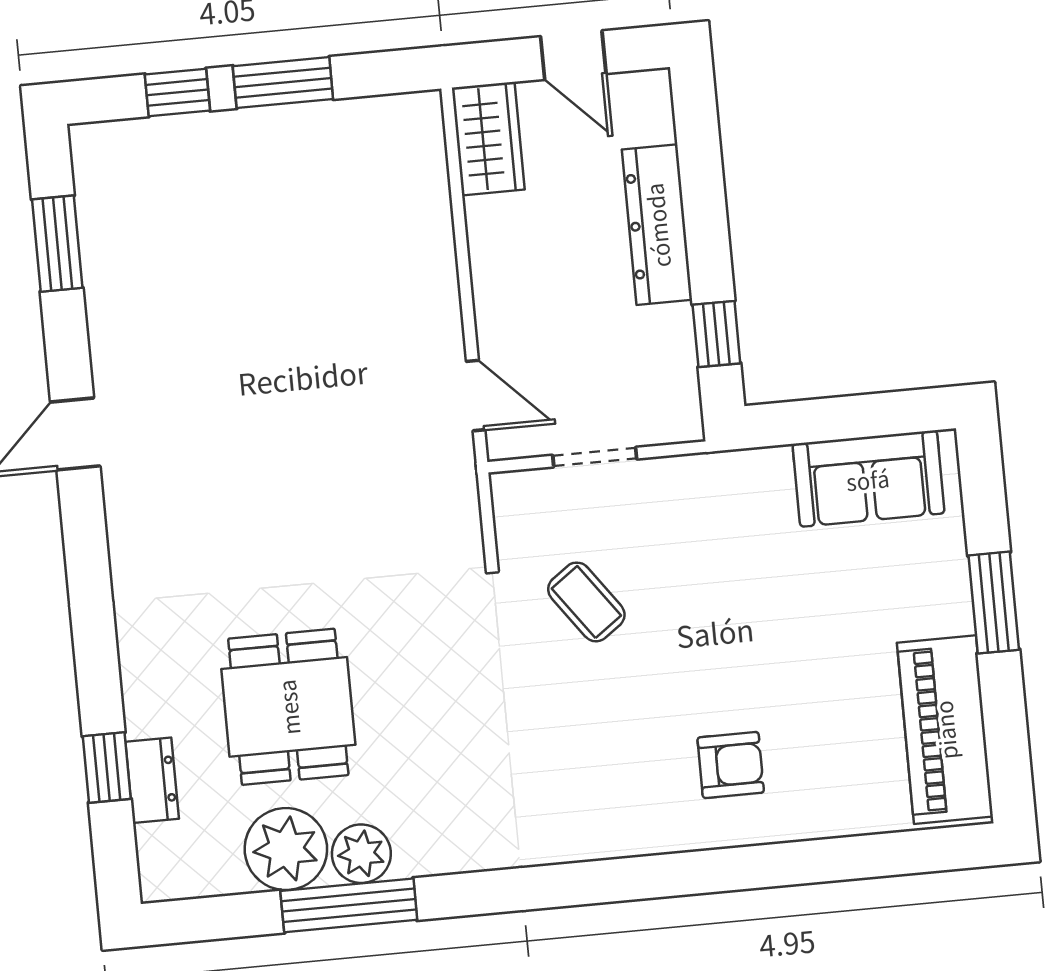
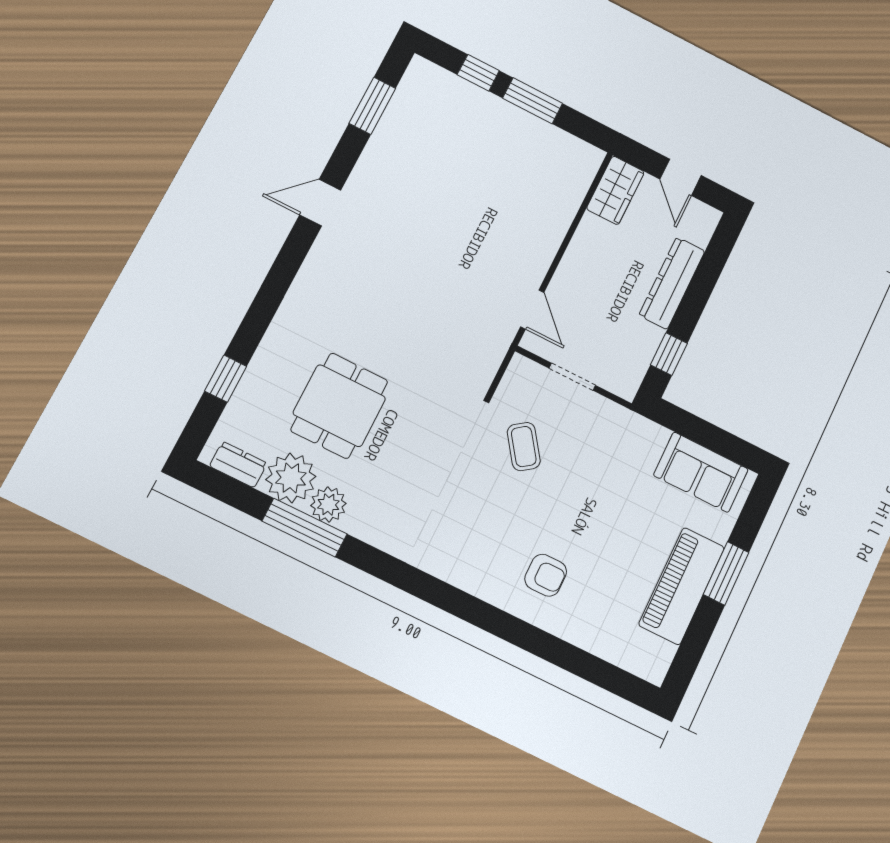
piano: (945, 730) -> (682, 586), moved
dresser: (152, 780) -> (238, 465), moved, turned -90

